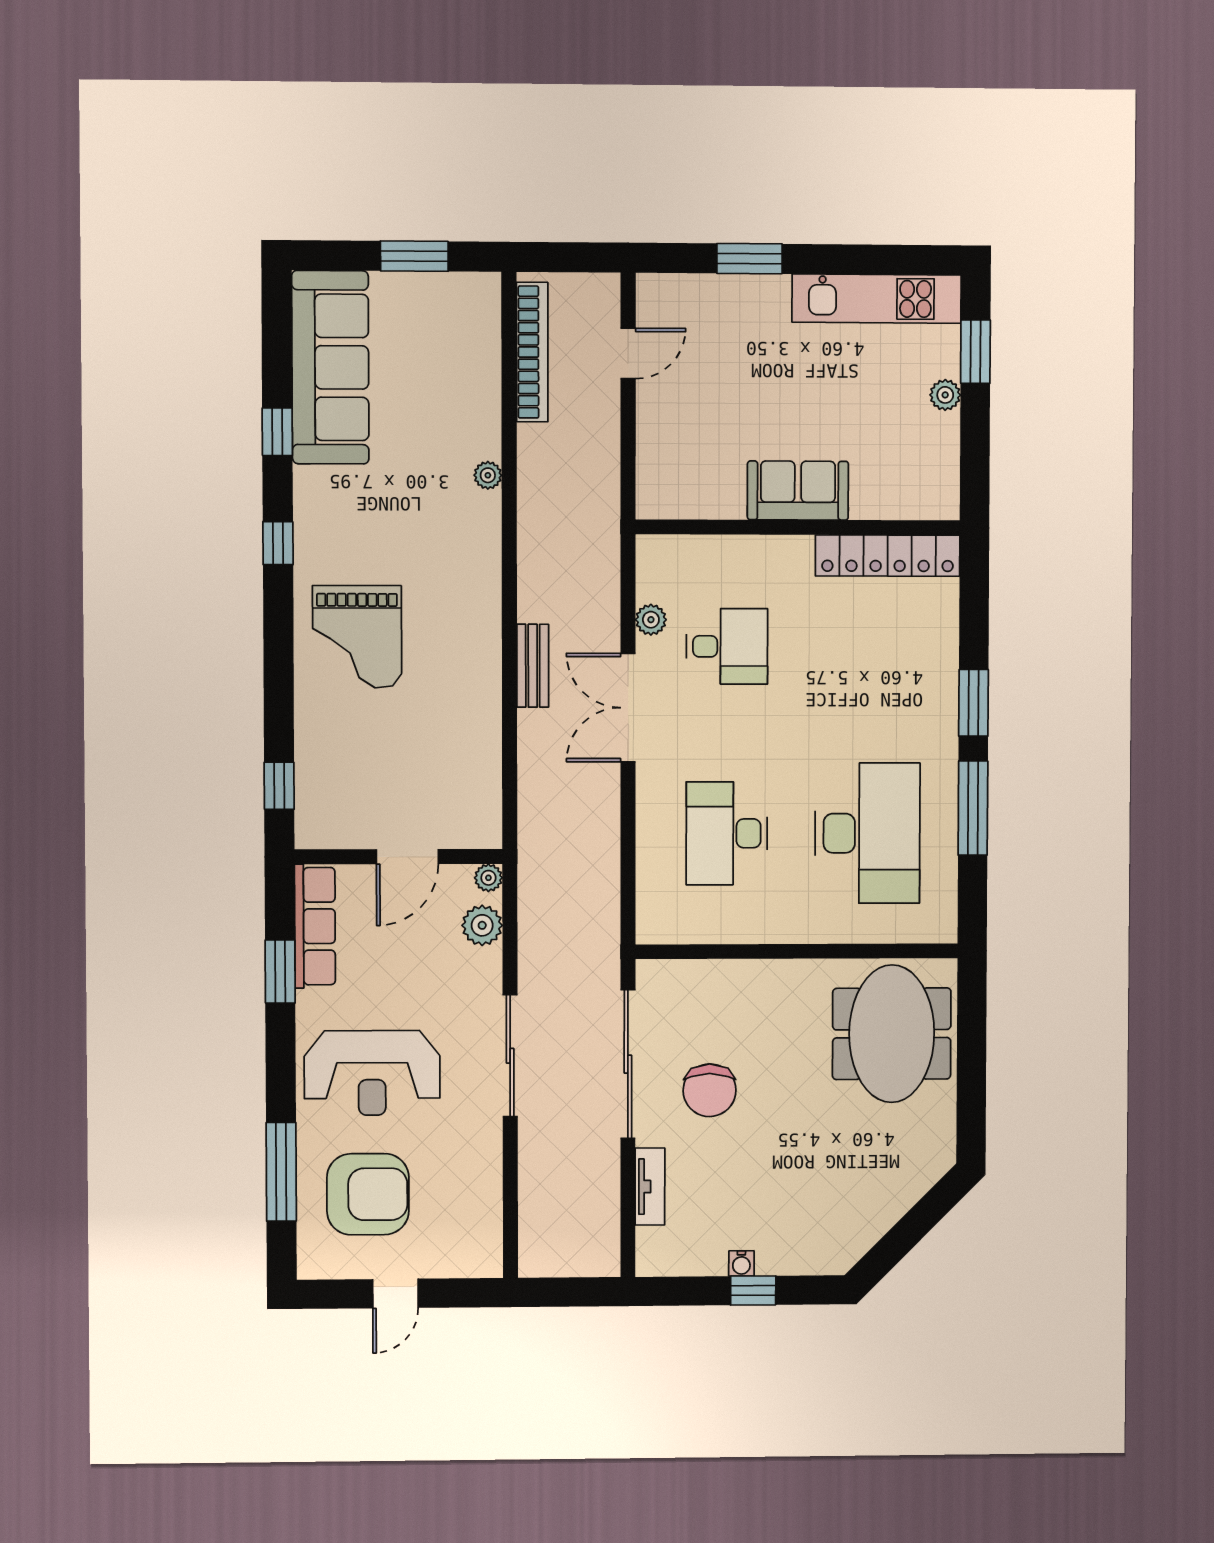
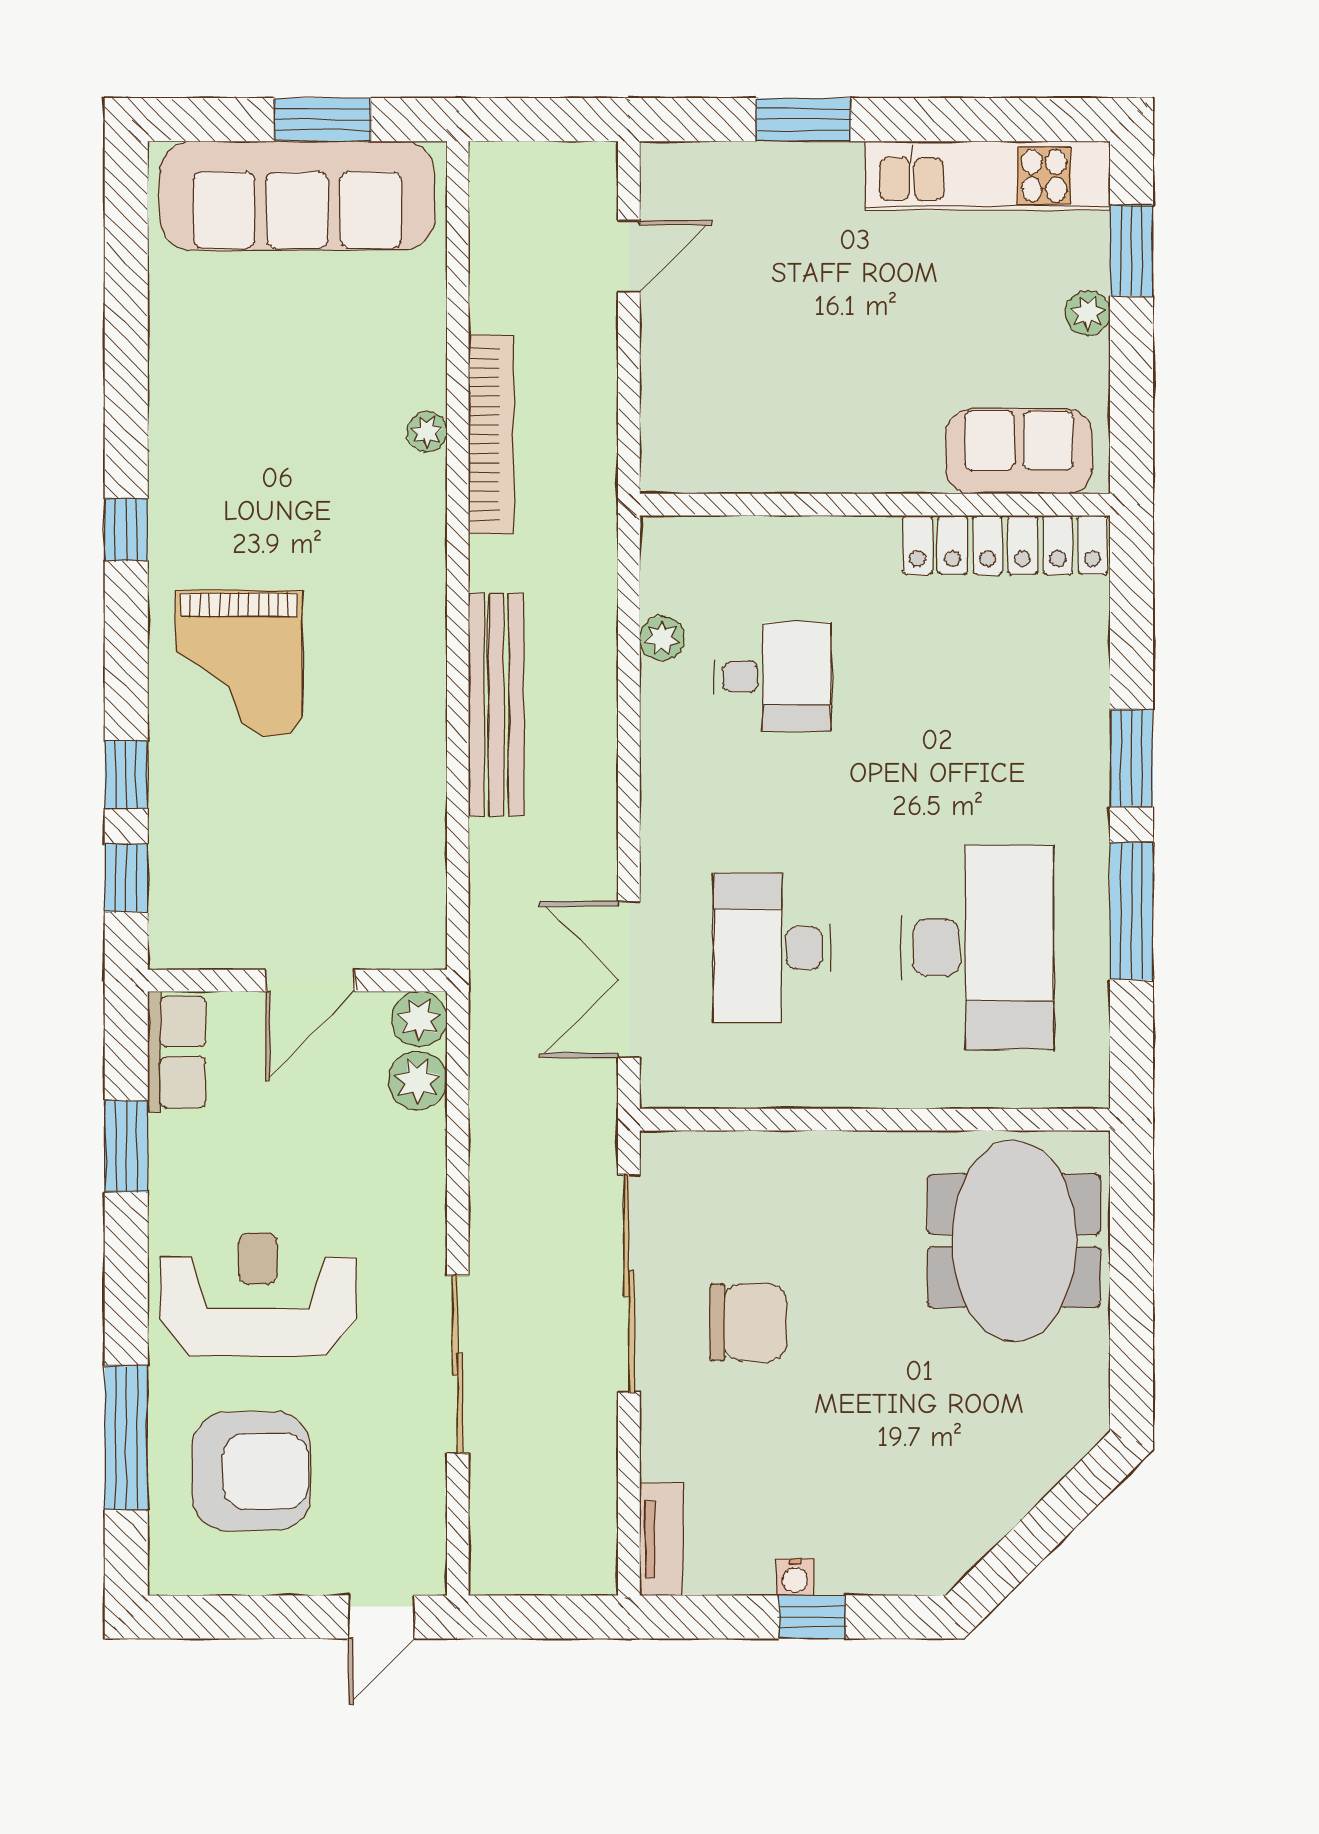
bookcase: (532, 352) -> (491, 435), moved
sofa: (330, 367) -> (297, 196), moved, turned 90
window: (277, 432) -> (126, 775), moved
sofa: (798, 491) -> (1019, 452), moved
bench: (533, 666) -> (496, 705), width x1.86, depth x1.21
double door: (628, 708) -> (629, 980), moved
plant: (488, 878) -> (419, 1019), width x1.38, depth x1.38
row of seats: (315, 926) -> (177, 1052), width x0.68
sliding door: (510, 1056) -> (458, 1365), moved
reception desk: (372, 1073) -> (258, 1294), turned 180
chair: (710, 1090) -> (748, 1322), turned -90
tv unit: (650, 1187) -> (661, 1539), moved
door: (395, 1294) -> (381, 1617), moved

